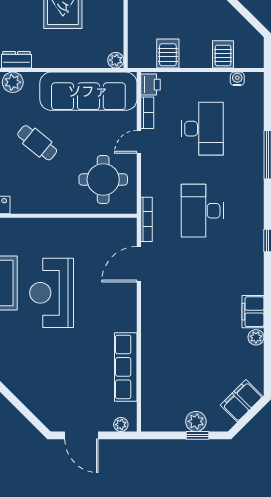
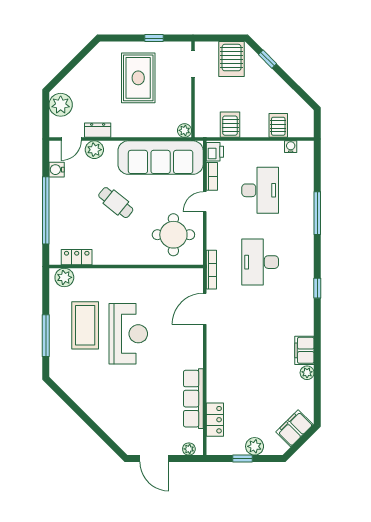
reception desk: (52, 293) -> (128, 334), turned 180
locker: (150, 391) -> (215, 420), added
window: (197, 435) -> (243, 458), moved

